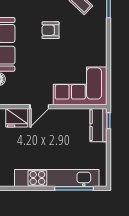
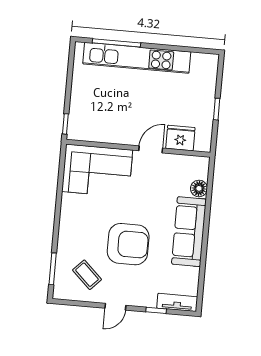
armchair: (50, 30) -> (128, 244), width x1.88, depth x1.88
kitchen counter: (98, 125) -> (79, 120), removed

